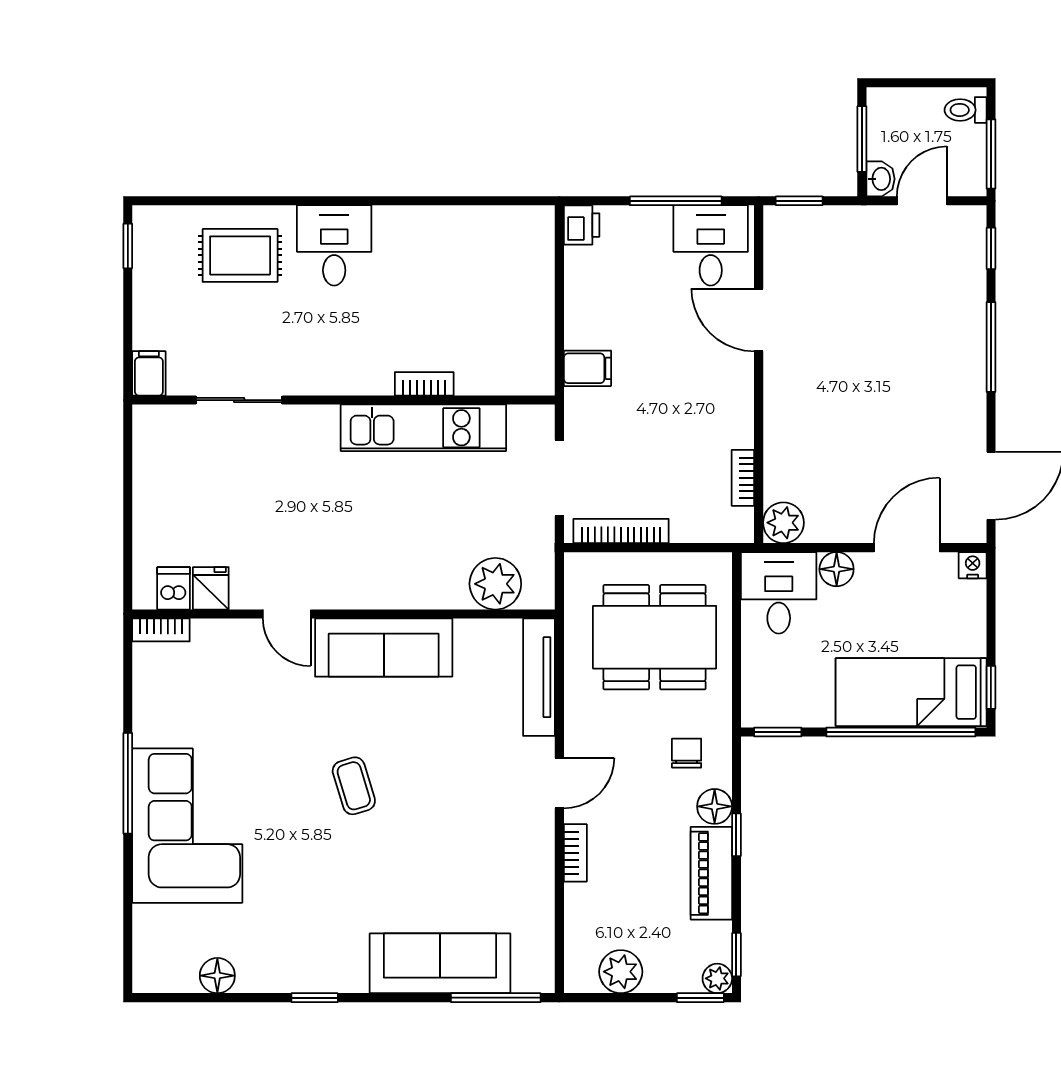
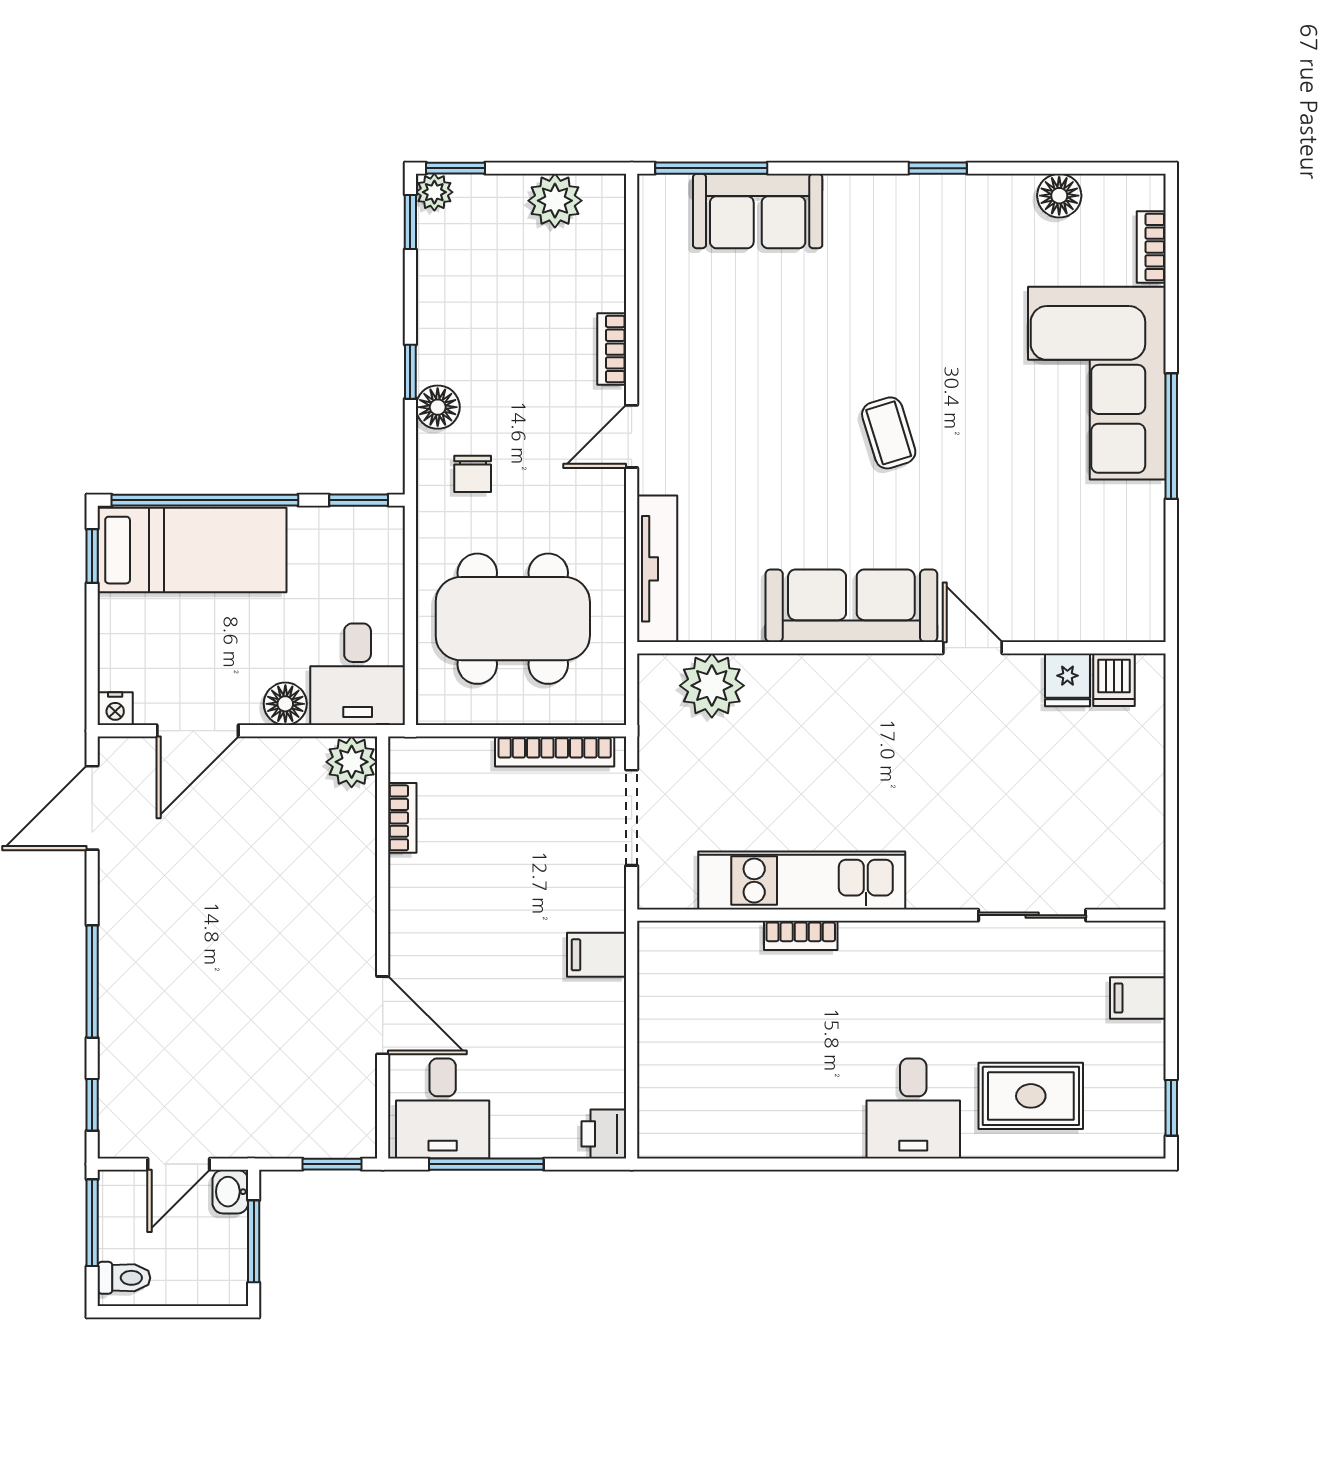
filing cabinet: (149, 373) -> (1138, 998), moved, turned 90
bookcase: (161, 630) -> (1151, 247), moved, turned -90
piano: (711, 873) -> (442, 324), removed
sofa: (440, 963) -> (758, 211), width x0.73

